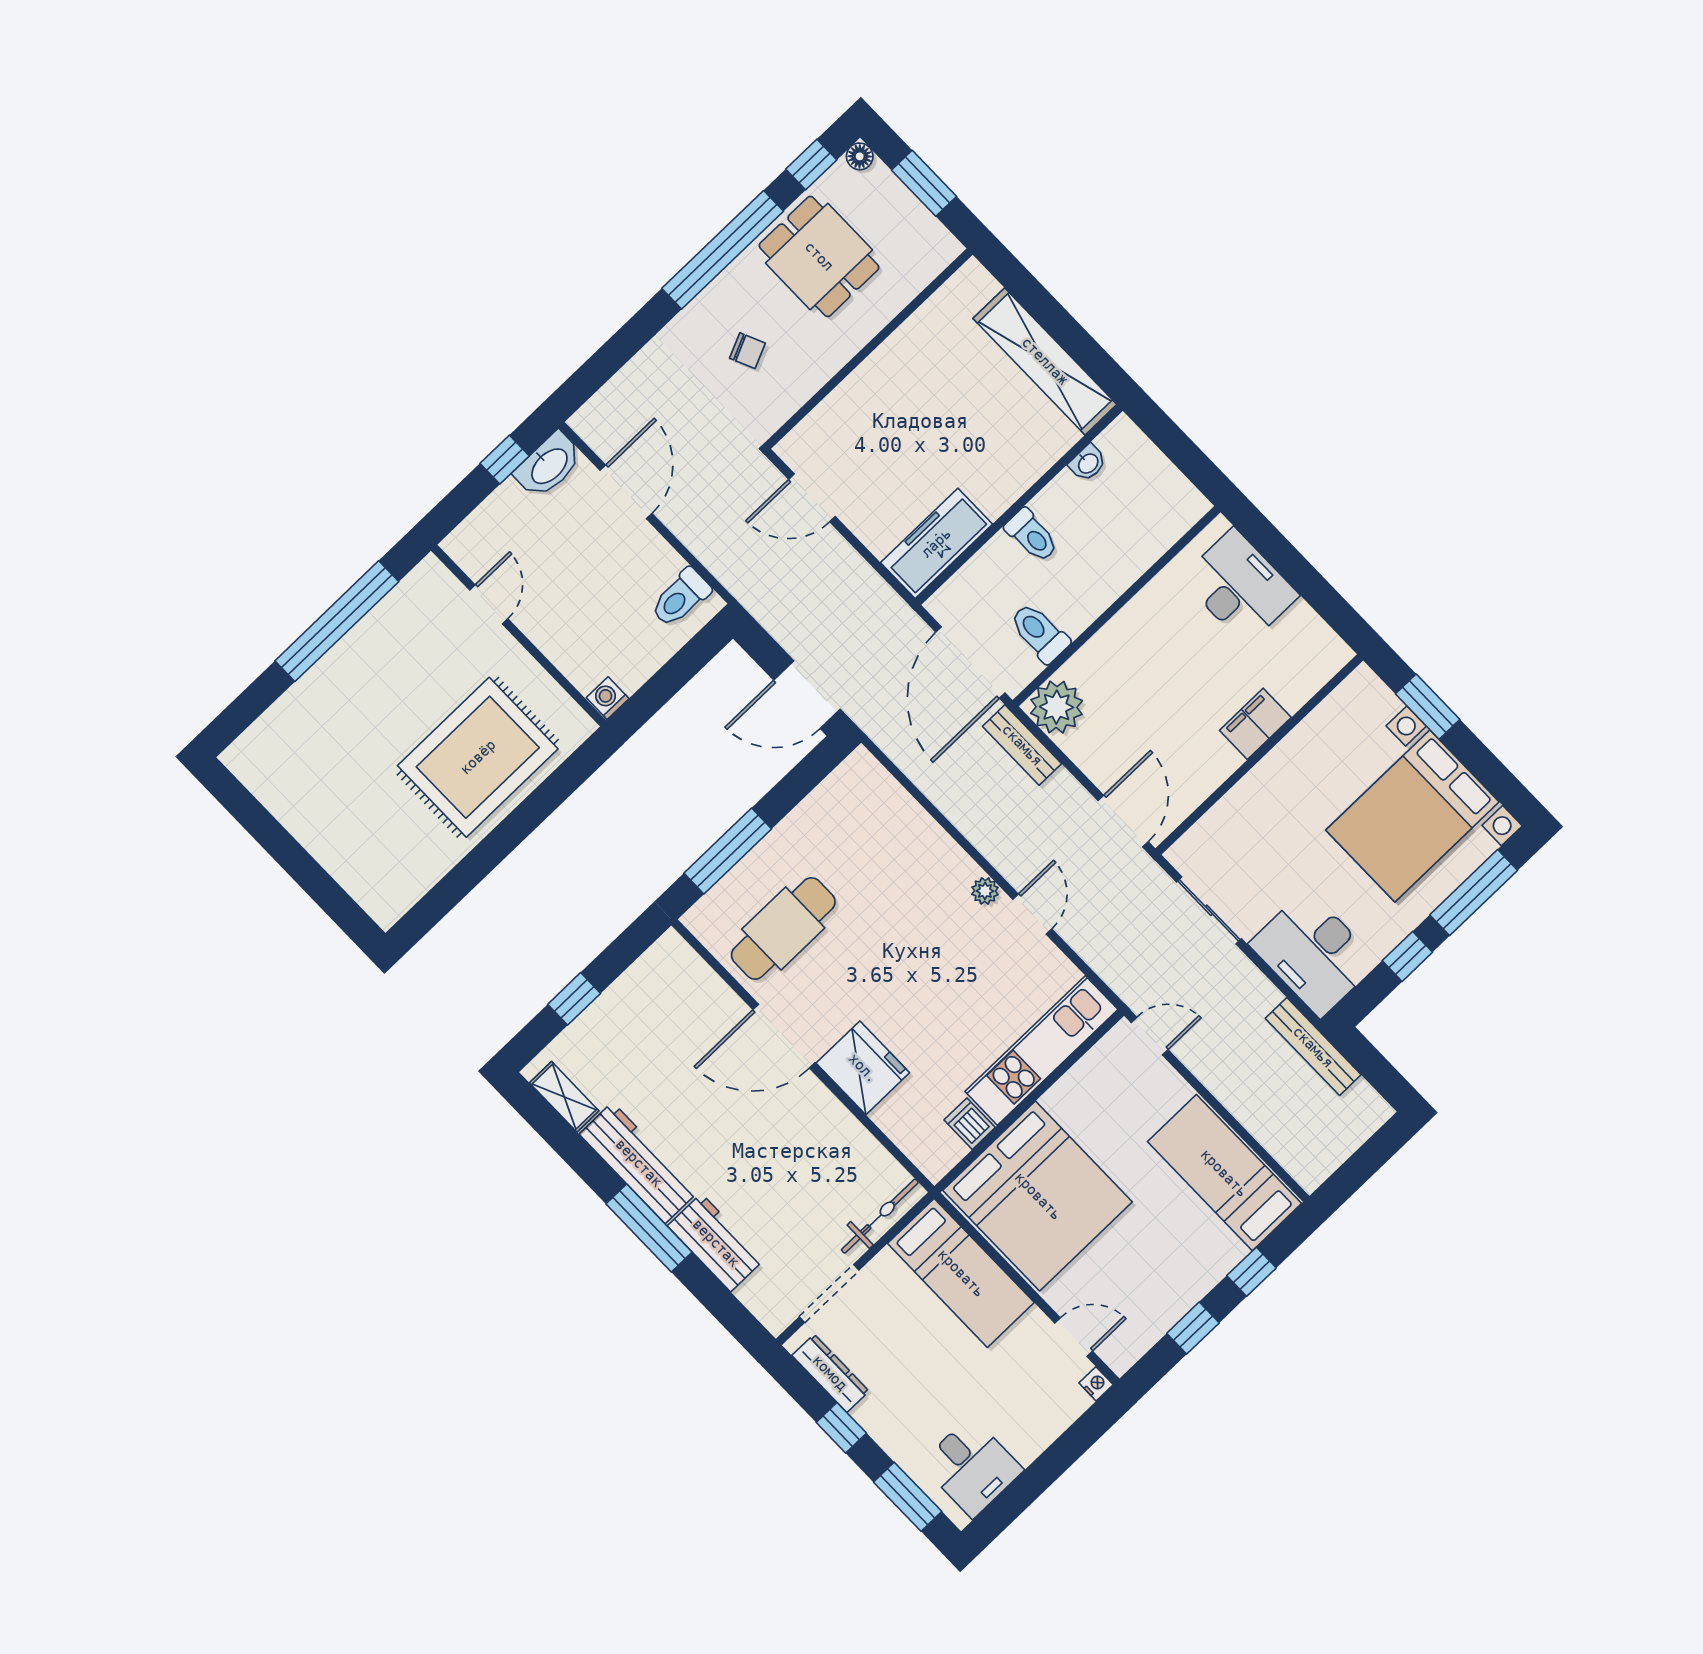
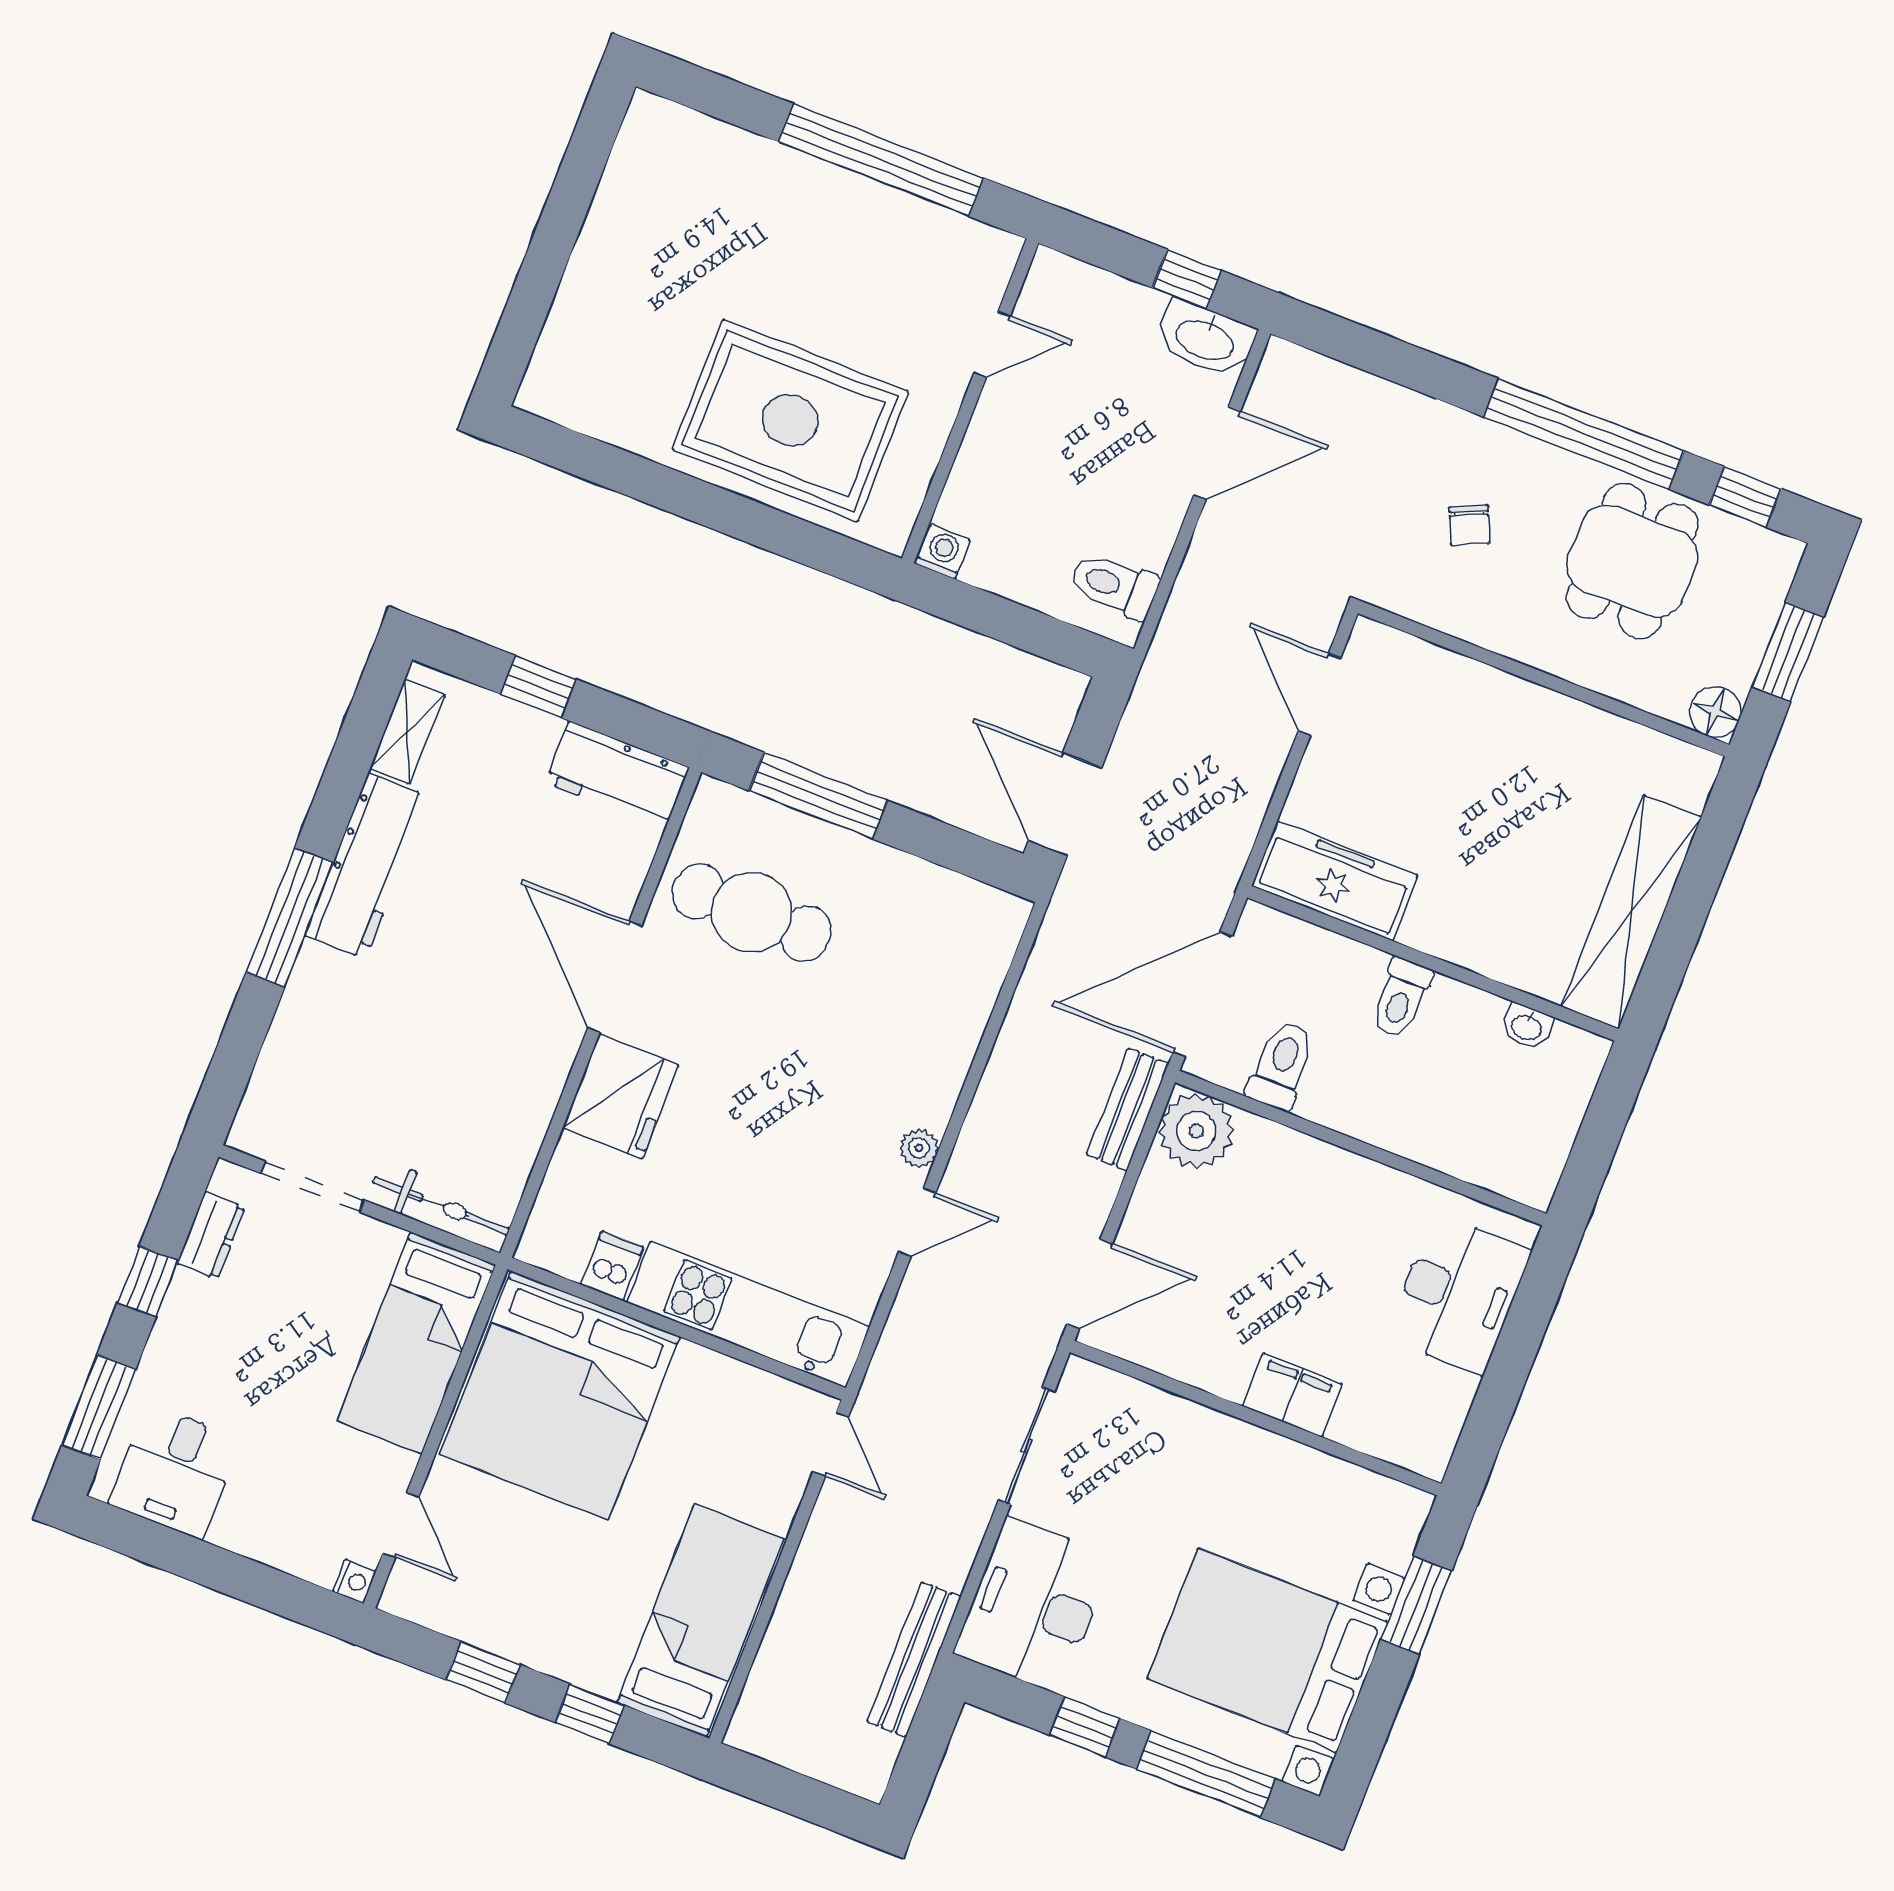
floor lamp: (860, 156) -> (1715, 712), moved, width x1.37, depth x1.37
workbench: (716, 1243) -> (617, 775), moved, turned 90
dresser: (830, 1373) -> (211, 1235), width x0.70

